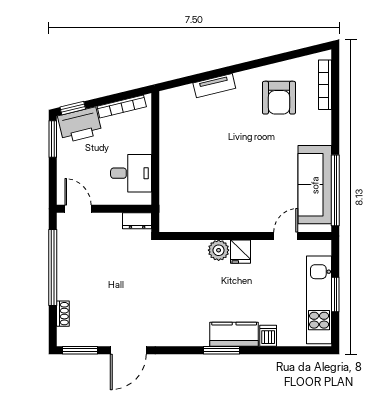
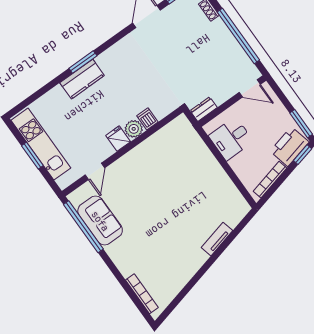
armchair: (279, 98) -> (167, 262), removed
sofa: (315, 185) -> (100, 221), width x0.73
dishwasher: (268, 336) -> (147, 119), moved, turned 180

